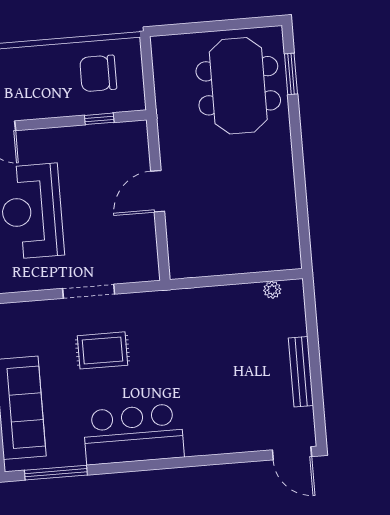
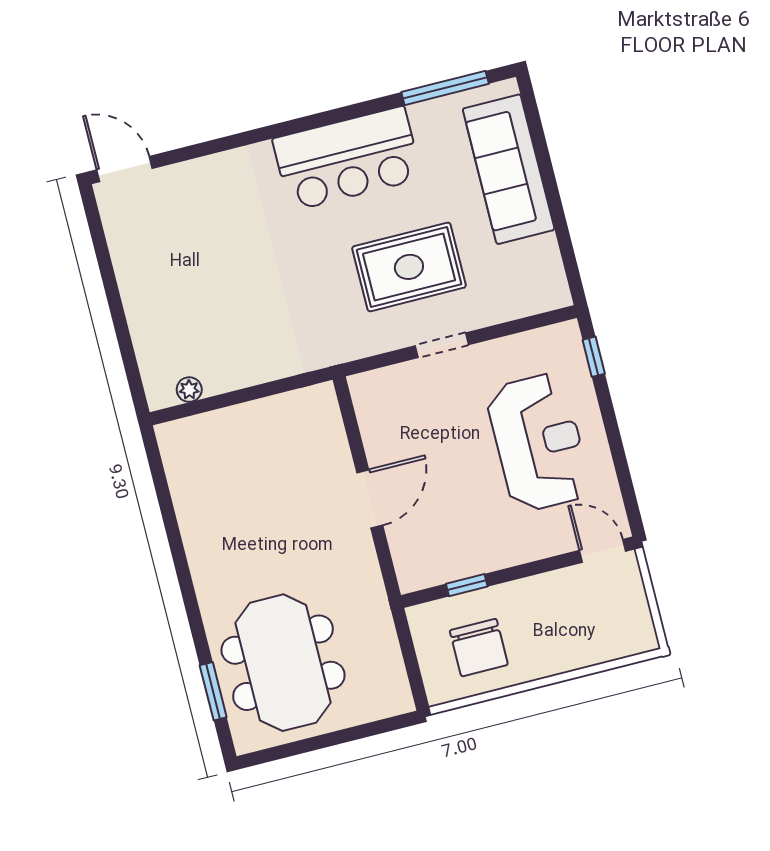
chair: (98, 73) -> (479, 648), turned 90
doorway: (89, 291) -> (442, 345), width x0.73
rug: (103, 350) -> (409, 267), width x1.36, depth x1.43
bench: (301, 372) -> (131, 283), removed

